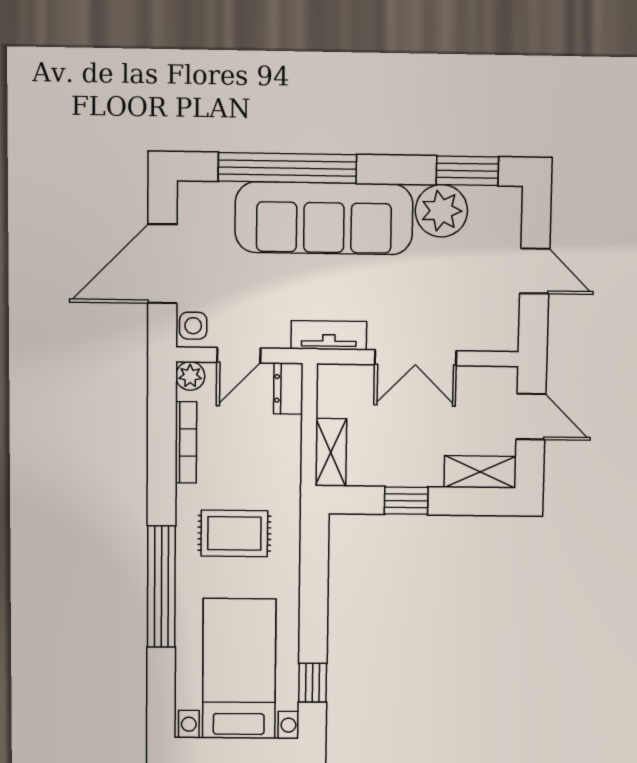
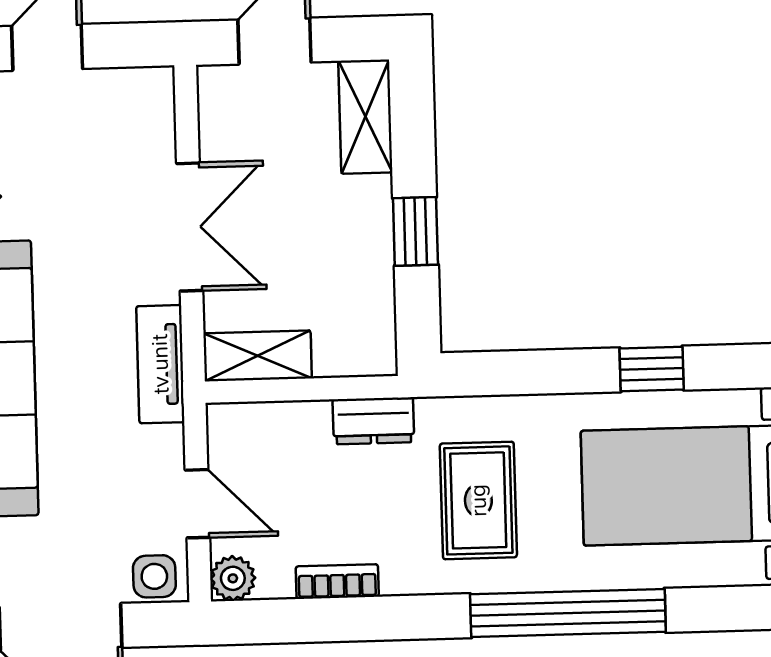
dresser: (288, 389) -> (373, 421), moved
bookcase: (186, 442) -> (337, 582), width x0.64
shelving: (331, 452) -> (258, 356), moved
window: (313, 683) -> (652, 369), moved

